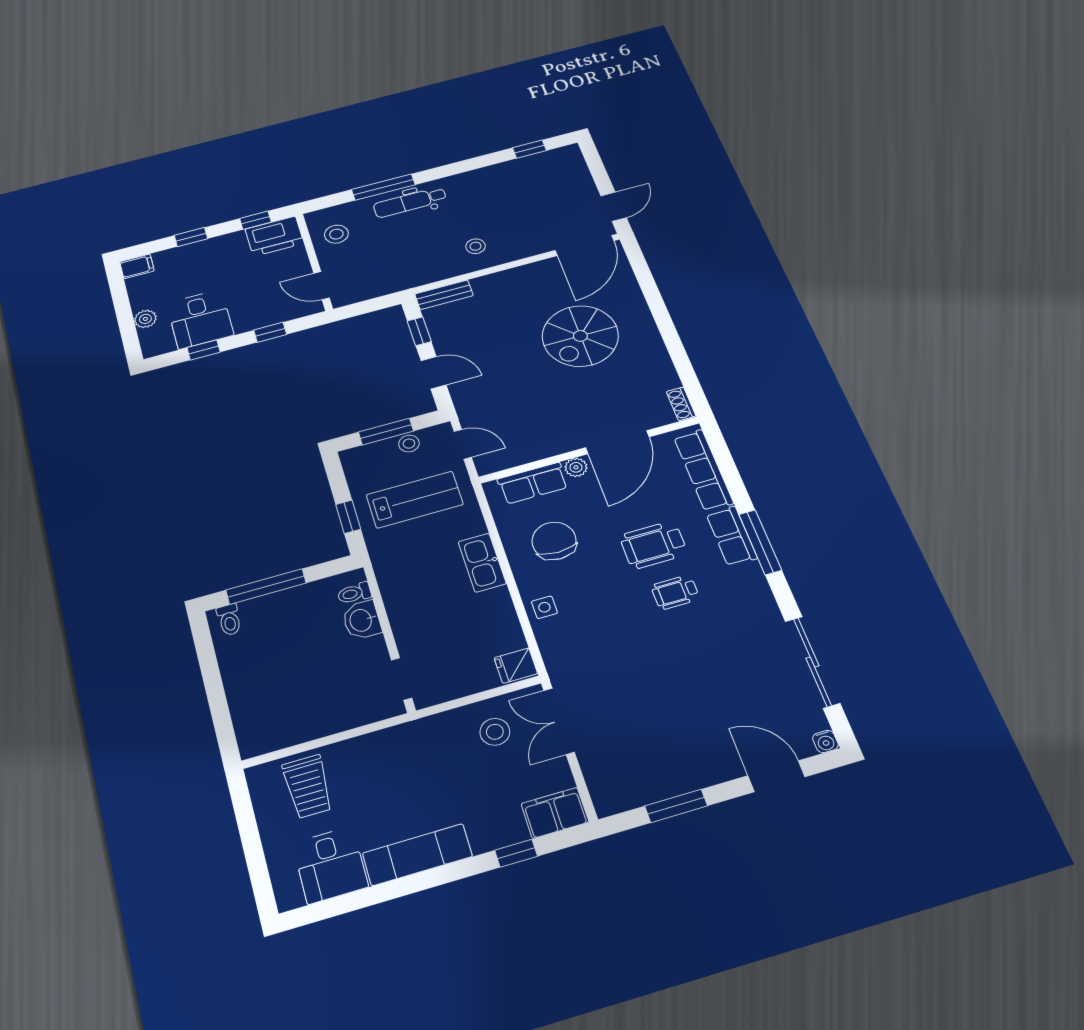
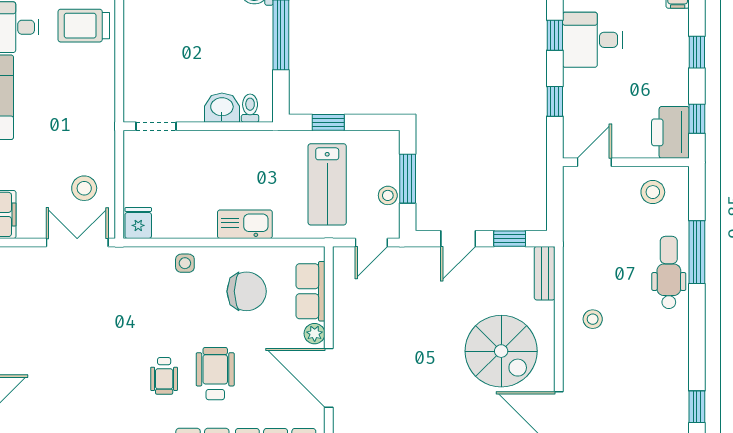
spiral stairs: (580, 336) -> (501, 351), moved, turned 180
wheelchair: (675, 592) -> (164, 376), turned 180

